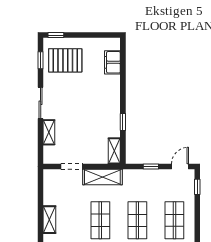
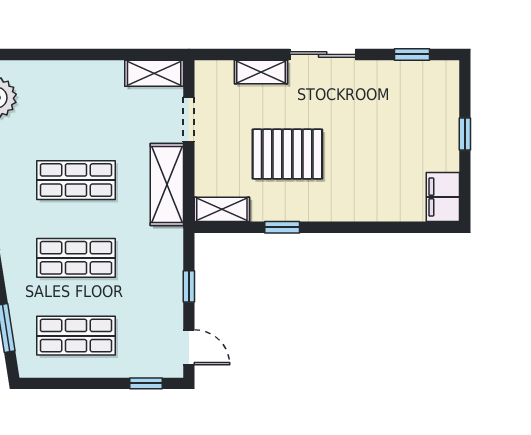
window: (56, 35) -> (465, 134), moved
pallet: (65, 60) -> (287, 154), moved, turned 90
filing cabinet: (112, 62) -> (443, 197), moved, turned -90
shelving: (49, 220) -> (154, 73), moved

